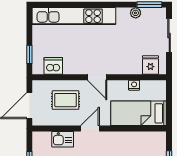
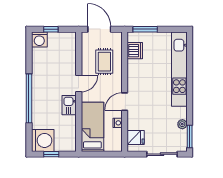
window: (29, 54) -> (145, 29), width x1.50
door: (97, 77) -> (125, 102), moved
door: (90, 129) -> (79, 83), hinge flipped
kitchen sink: (63, 139) -> (69, 105), moved

